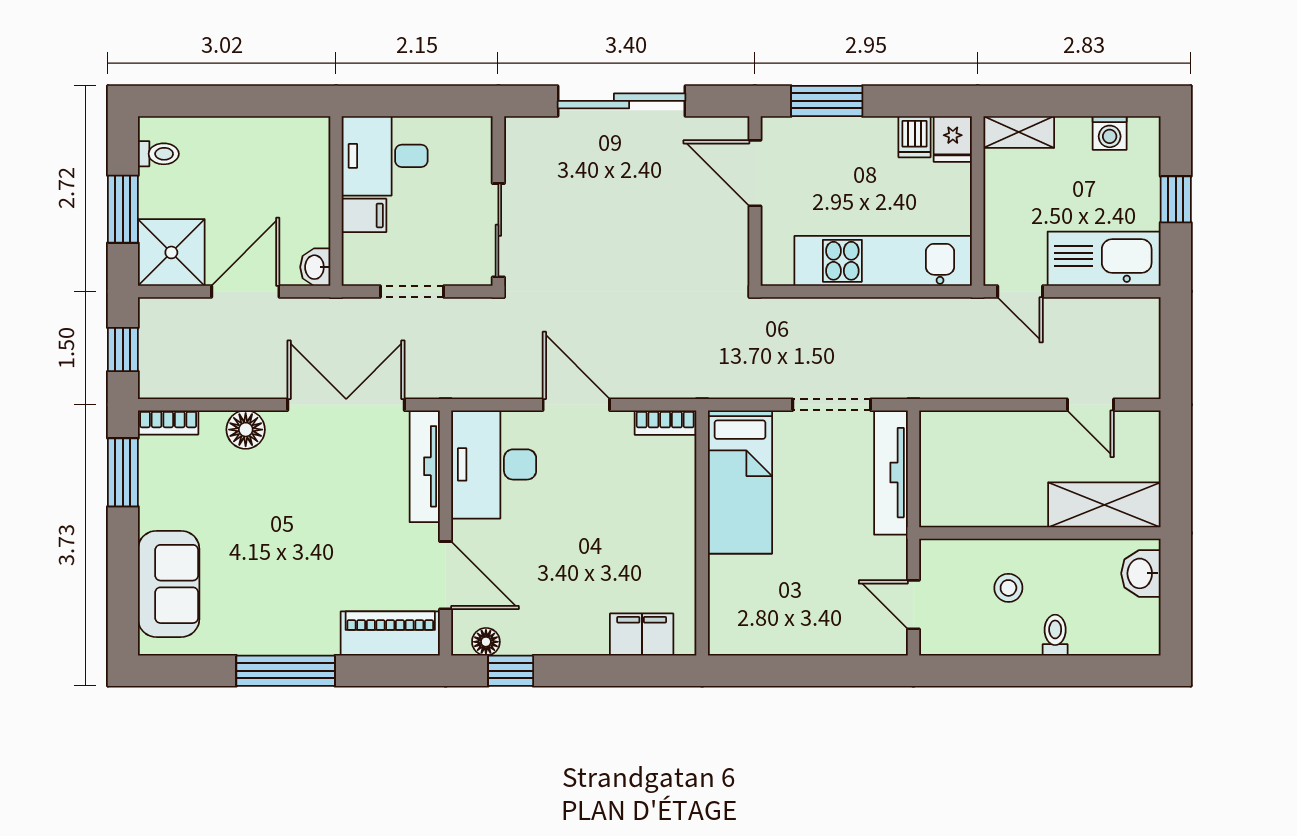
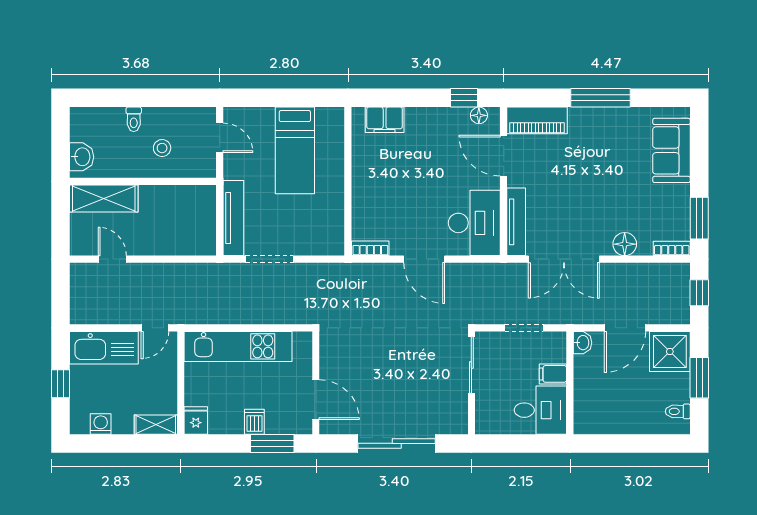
dishwasher: (915, 137) -> (254, 422), moved
door: (1020, 291) -> (155, 328), swing flipped
bed: (740, 482) -> (295, 150), moved, turned 180

